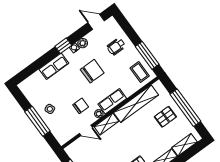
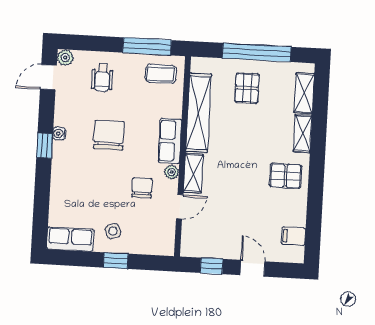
plant: (83, 43) -> (65, 58), moved
row of seats: (54, 66) -> (70, 239), moved, turned -90
window: (37, 121) -> (116, 261), width x0.46

